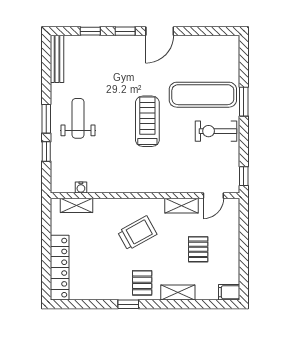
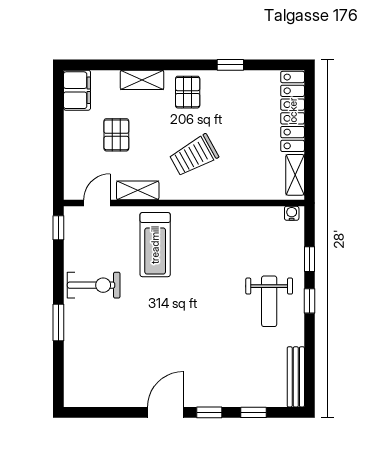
exercise mat: (203, 95) -> (110, 331), removed
window: (46, 119) -> (309, 301), width x0.67
treadmill: (147, 121) -> (155, 245), moved
water cooler: (81, 188) -> (292, 213), moved
shelving: (76, 205) -> (295, 175), moved, turned 90
filing cabinet: (229, 292) -> (77, 90), width x2.00
window: (128, 304) -> (230, 65), moved

